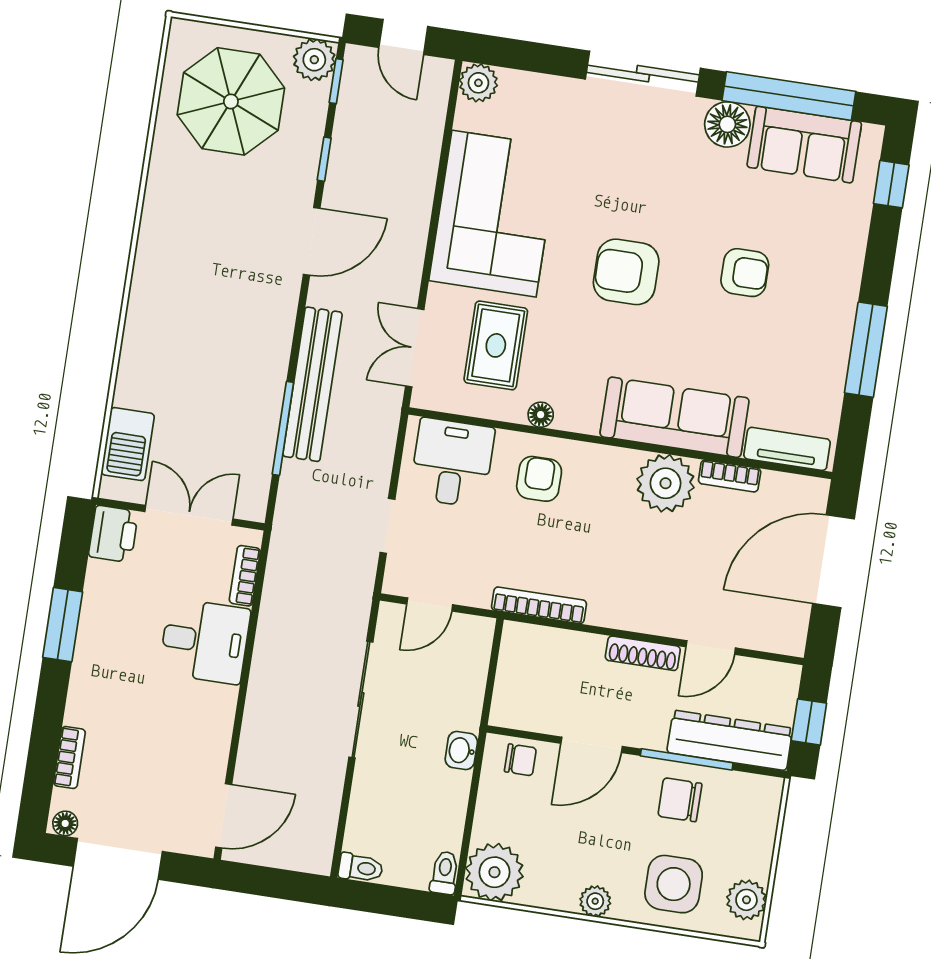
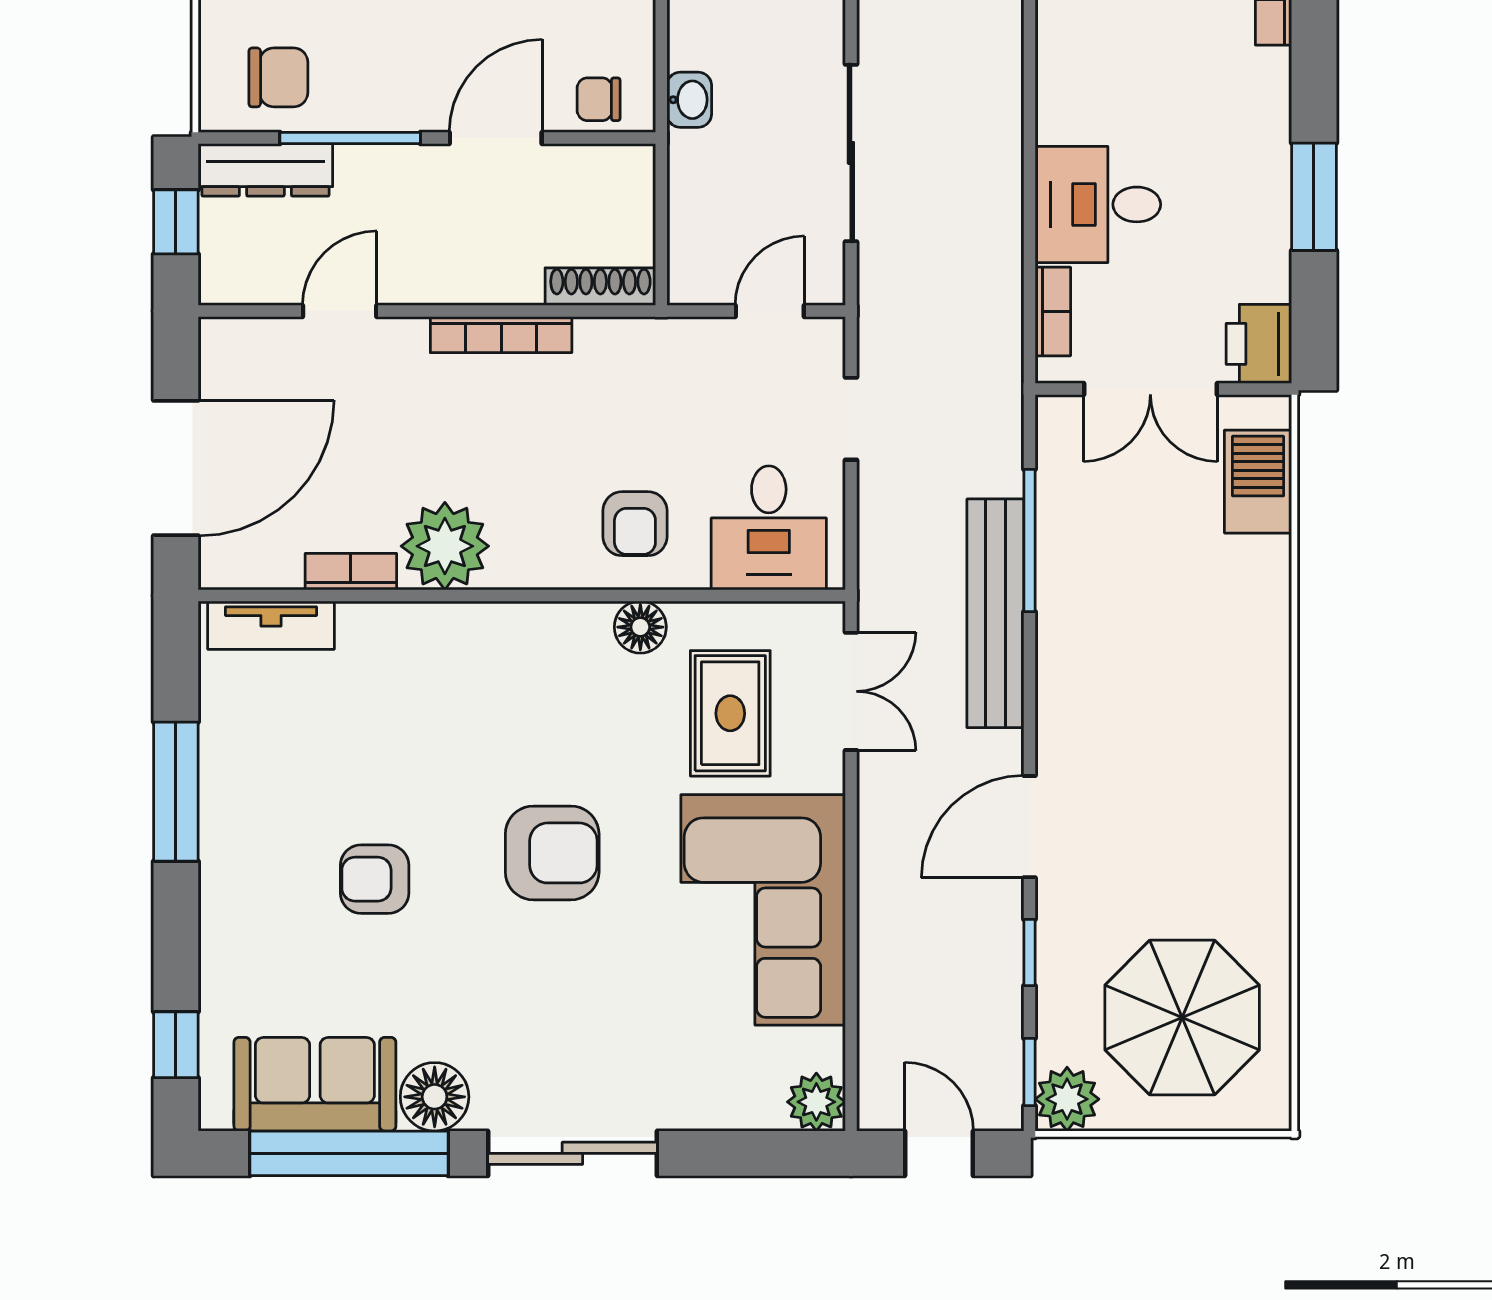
floor lamp: (541, 415) -> (640, 627), width x1.37, depth x1.37
sofa: (675, 417) -> (446, 647), removed
bookcase: (539, 605) -> (501, 335), moved
shoe rack: (643, 653) -> (600, 287), moved
dresser: (730, 740) -> (265, 170), width x0.73, depth x0.80
chair: (680, 800) -> (278, 77), moved

